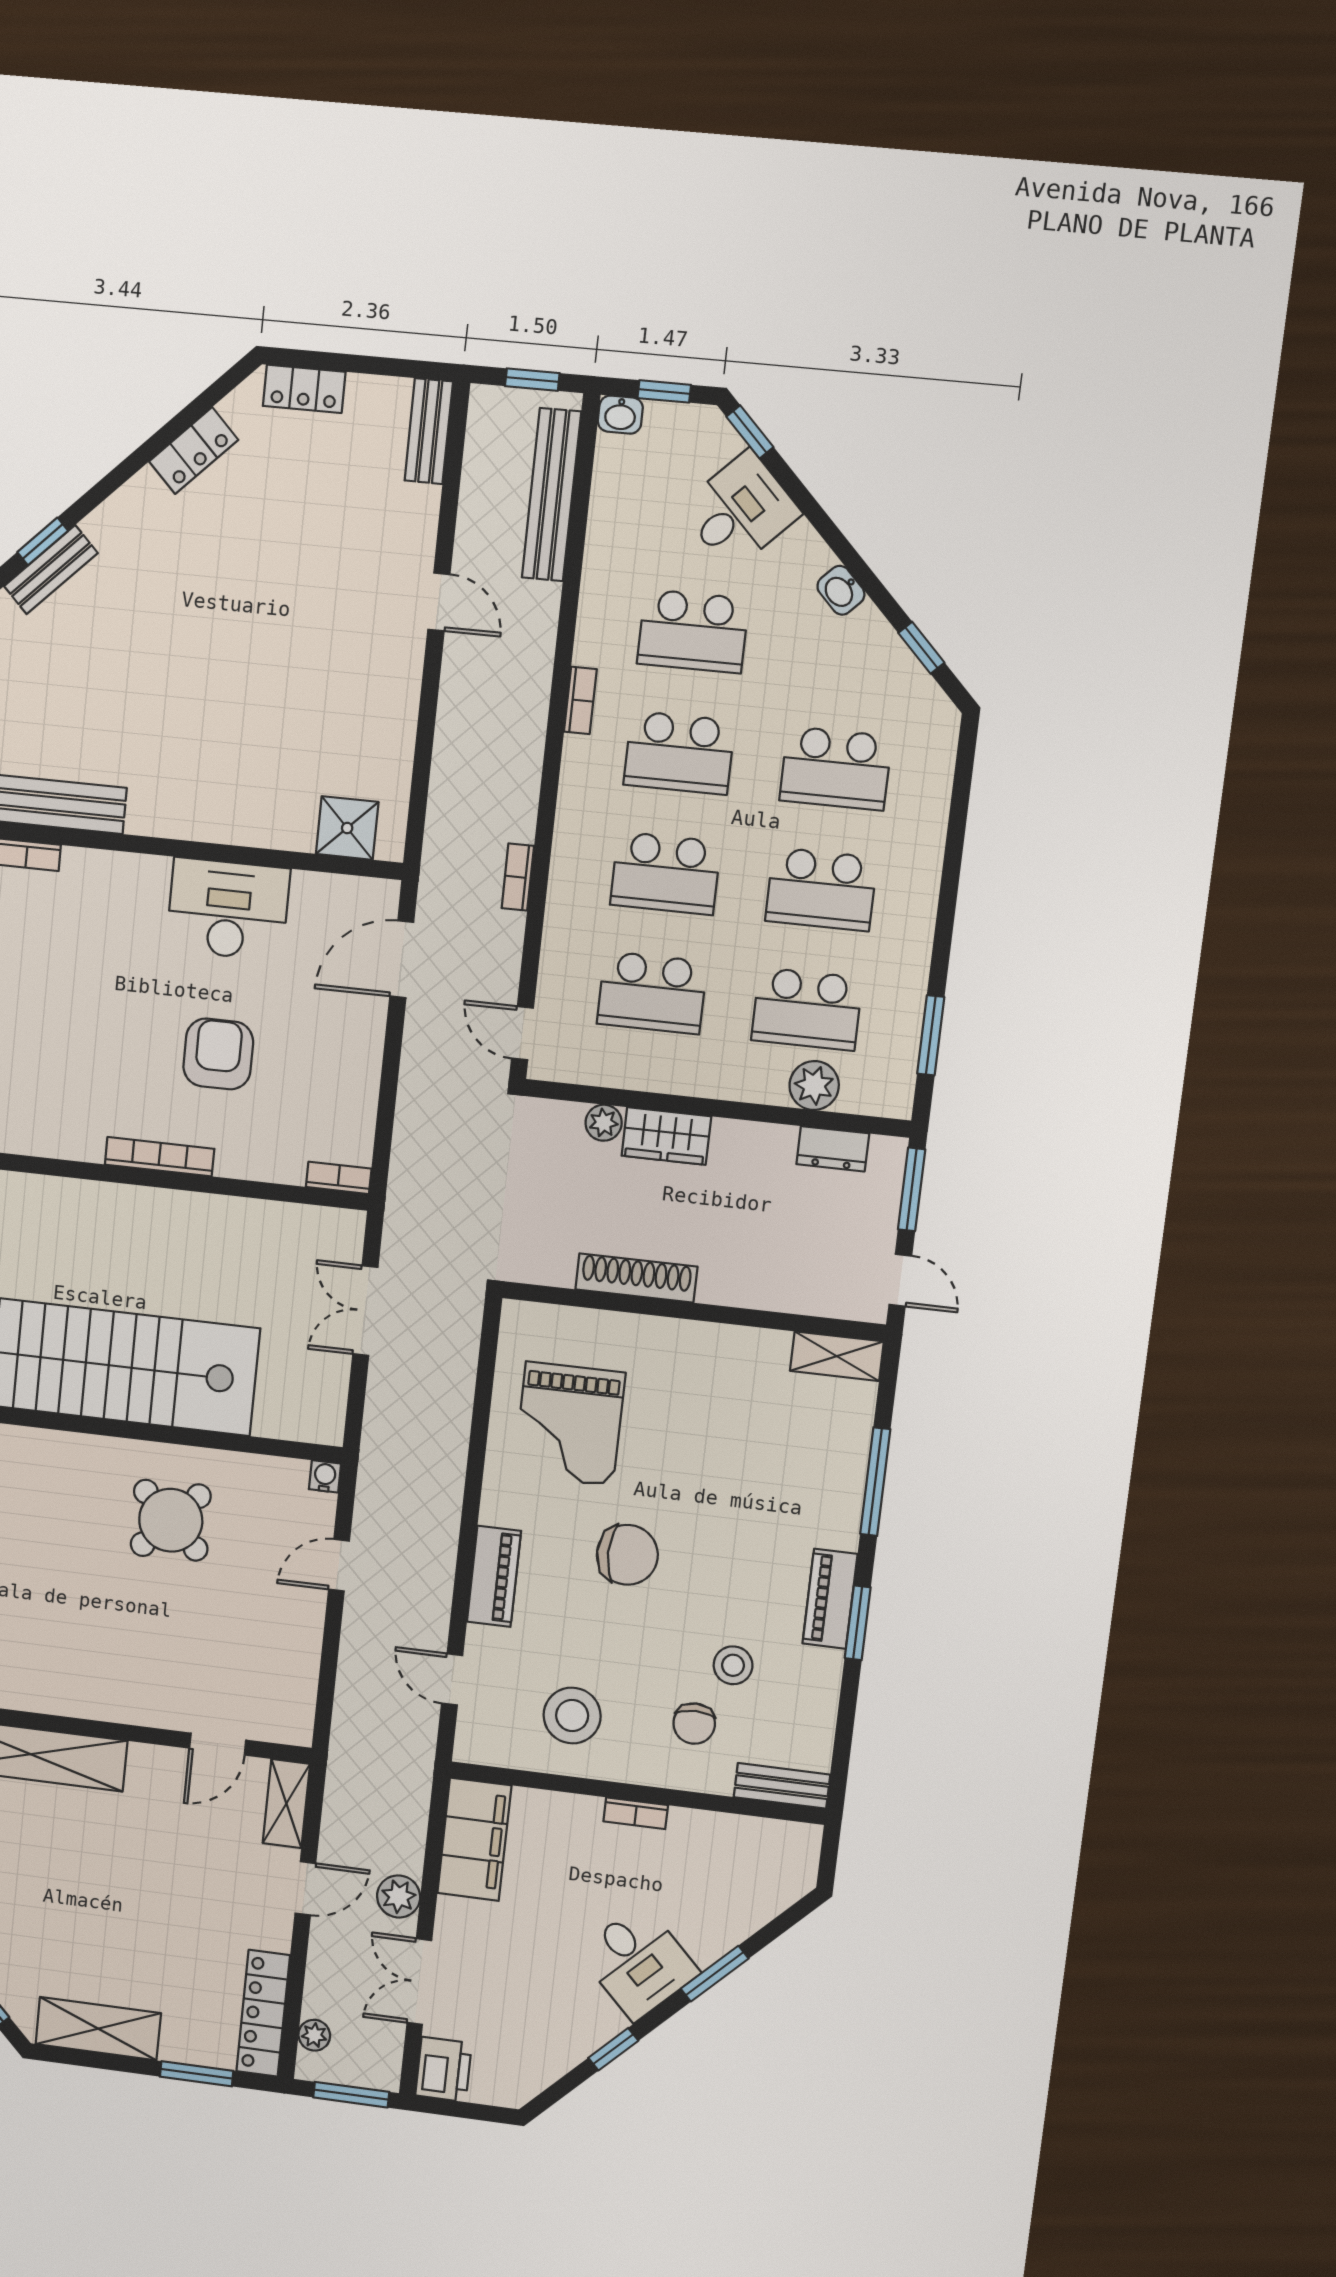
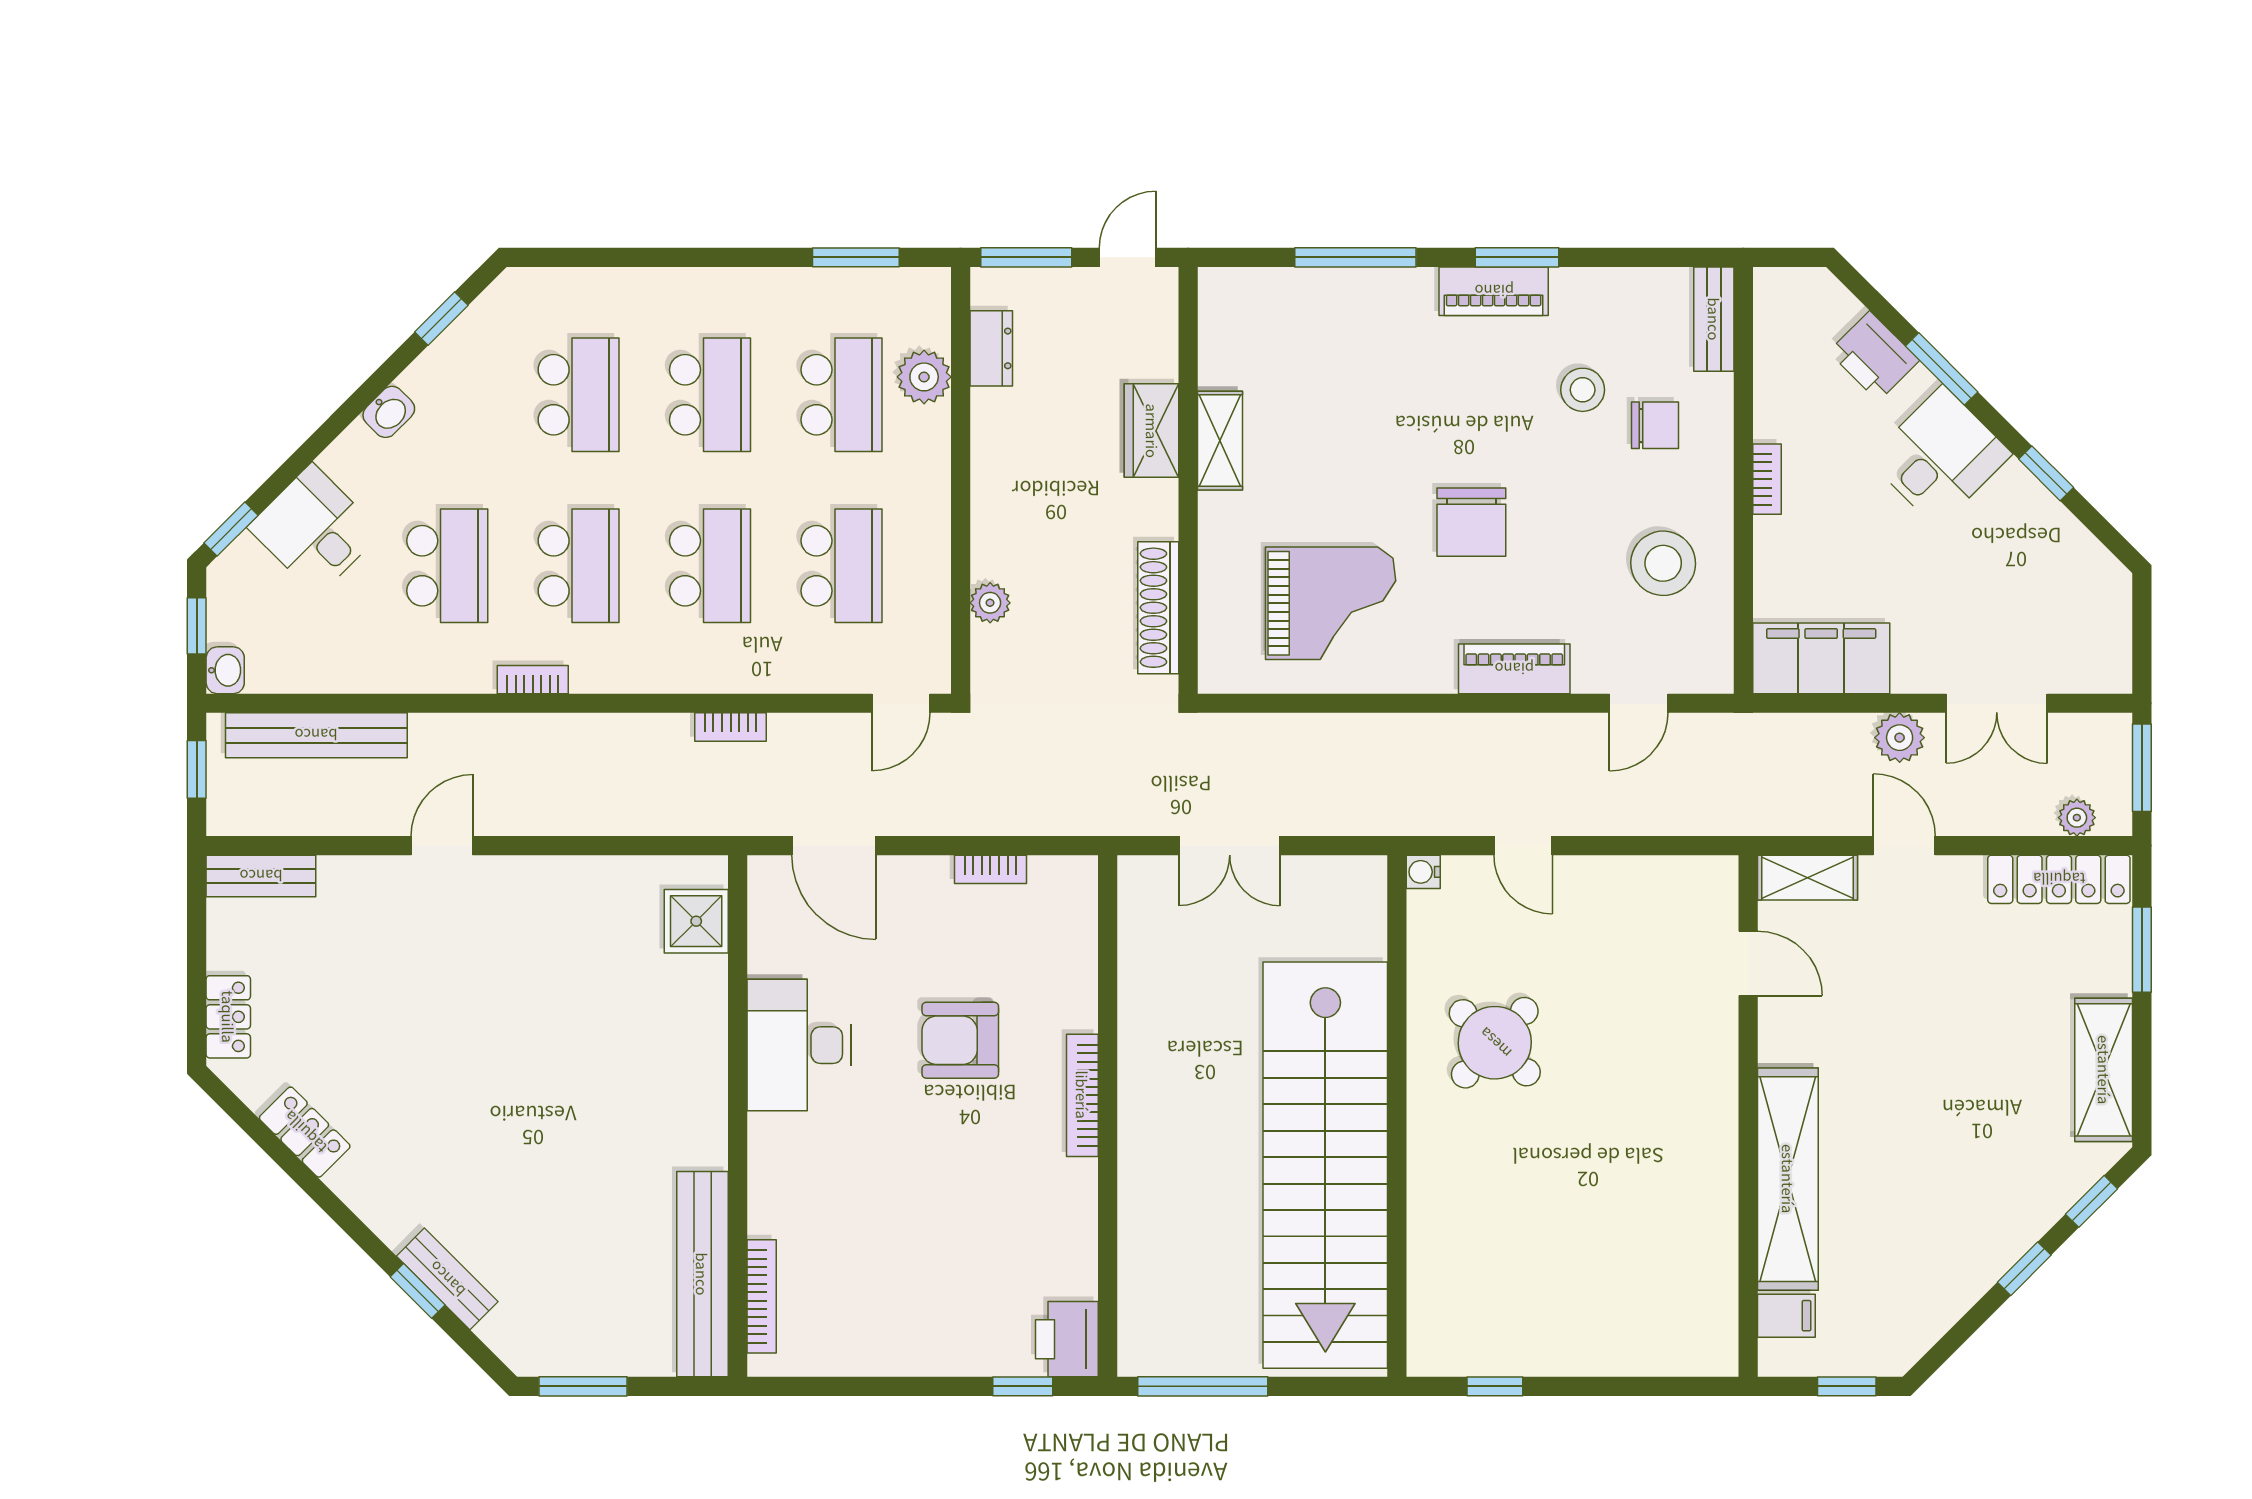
wardrobe: (666, 1136) -> (1152, 431), moved, turned 180
bookcase: (339, 1178) -> (990, 869), moved, turned -90
shoe rack: (636, 1278) -> (1158, 608), moved
shelving: (837, 1356) -> (1220, 441), moved
chair: (627, 1555) -> (1471, 522), turned 180
printer: (444, 2069) -> (1874, 356), moved, turned -135

